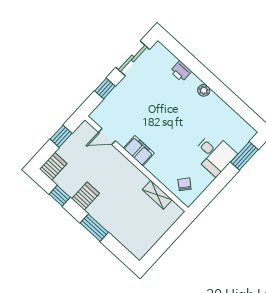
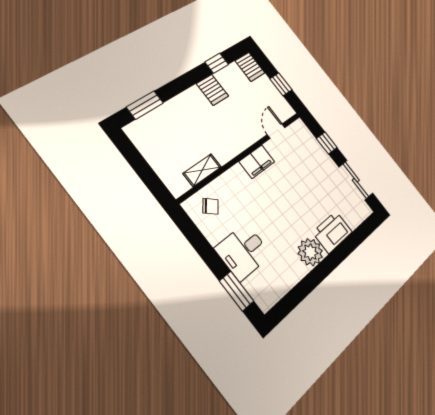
printer: (181, 71) -> (332, 232), width x1.87, depth x1.48
plant: (204, 90) -> (310, 252), width x1.88, depth x1.88
window: (94, 228) -> (145, 105), moved

